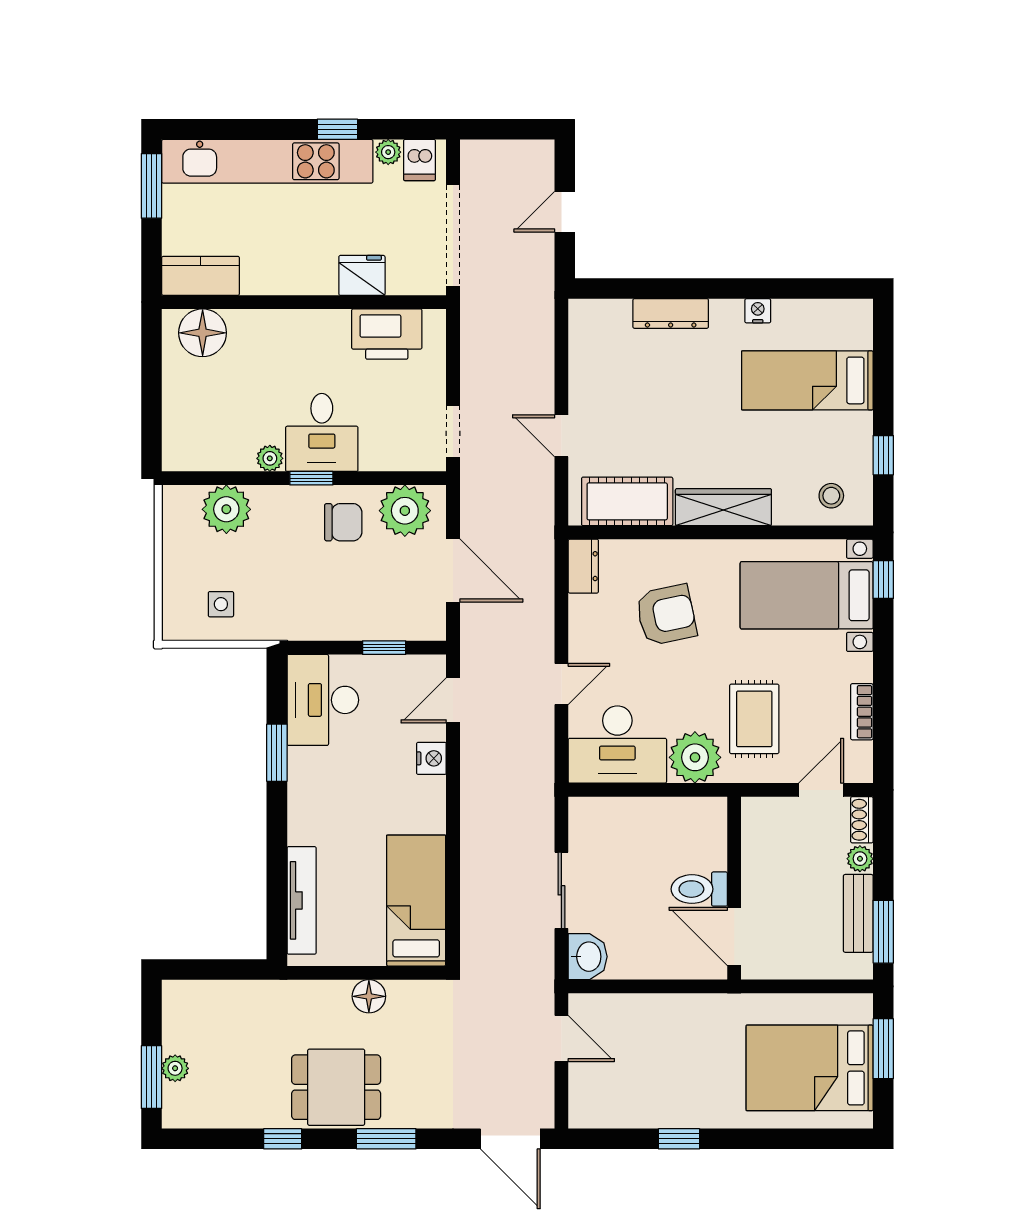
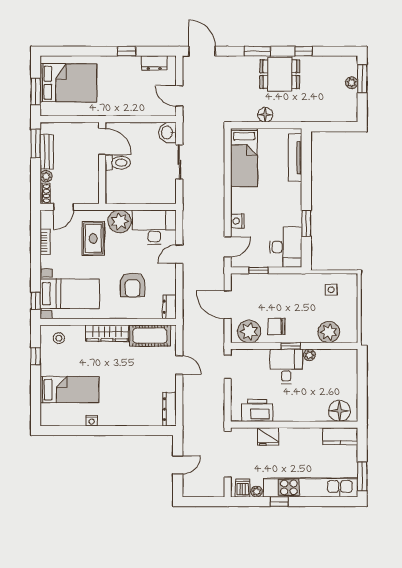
dresser: (671, 313) -> (170, 409), moved, turned -90
armchair: (666, 615) -> (133, 285), turned -78
dresser: (618, 1113) -> (154, 63), added

